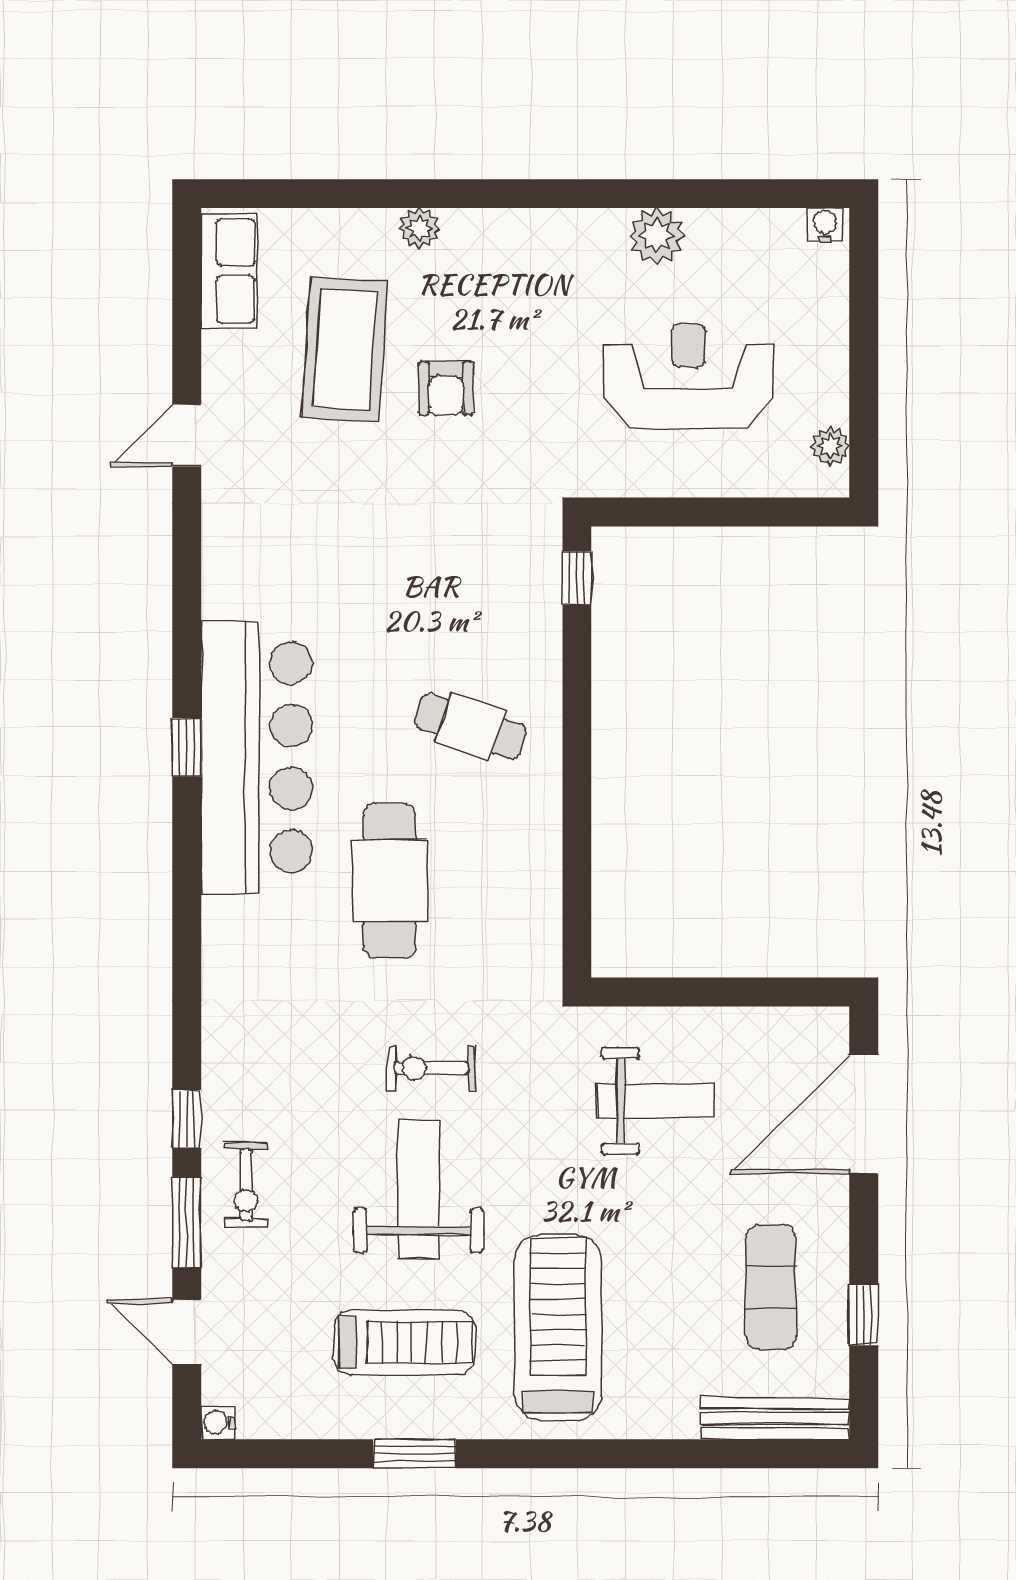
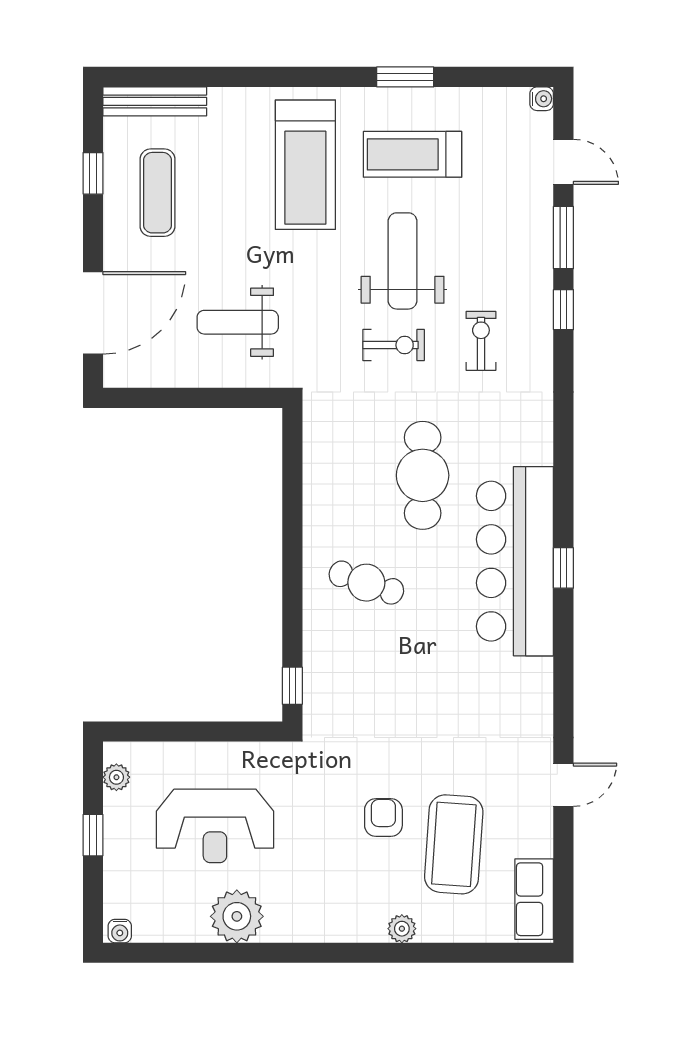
plant: (657, 236) -> (237, 916), width x1.36, depth x1.36
window: (864, 363) -> (93, 835), added
exercise bike: (246, 1185) -> (481, 341), moved
weight bench: (418, 1189) -> (403, 261), turned 180

